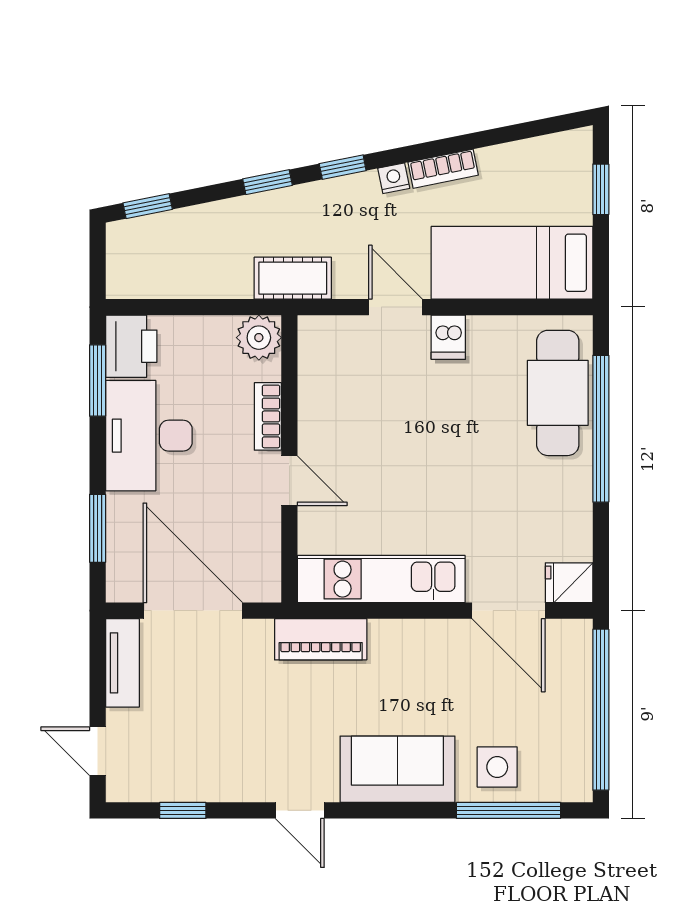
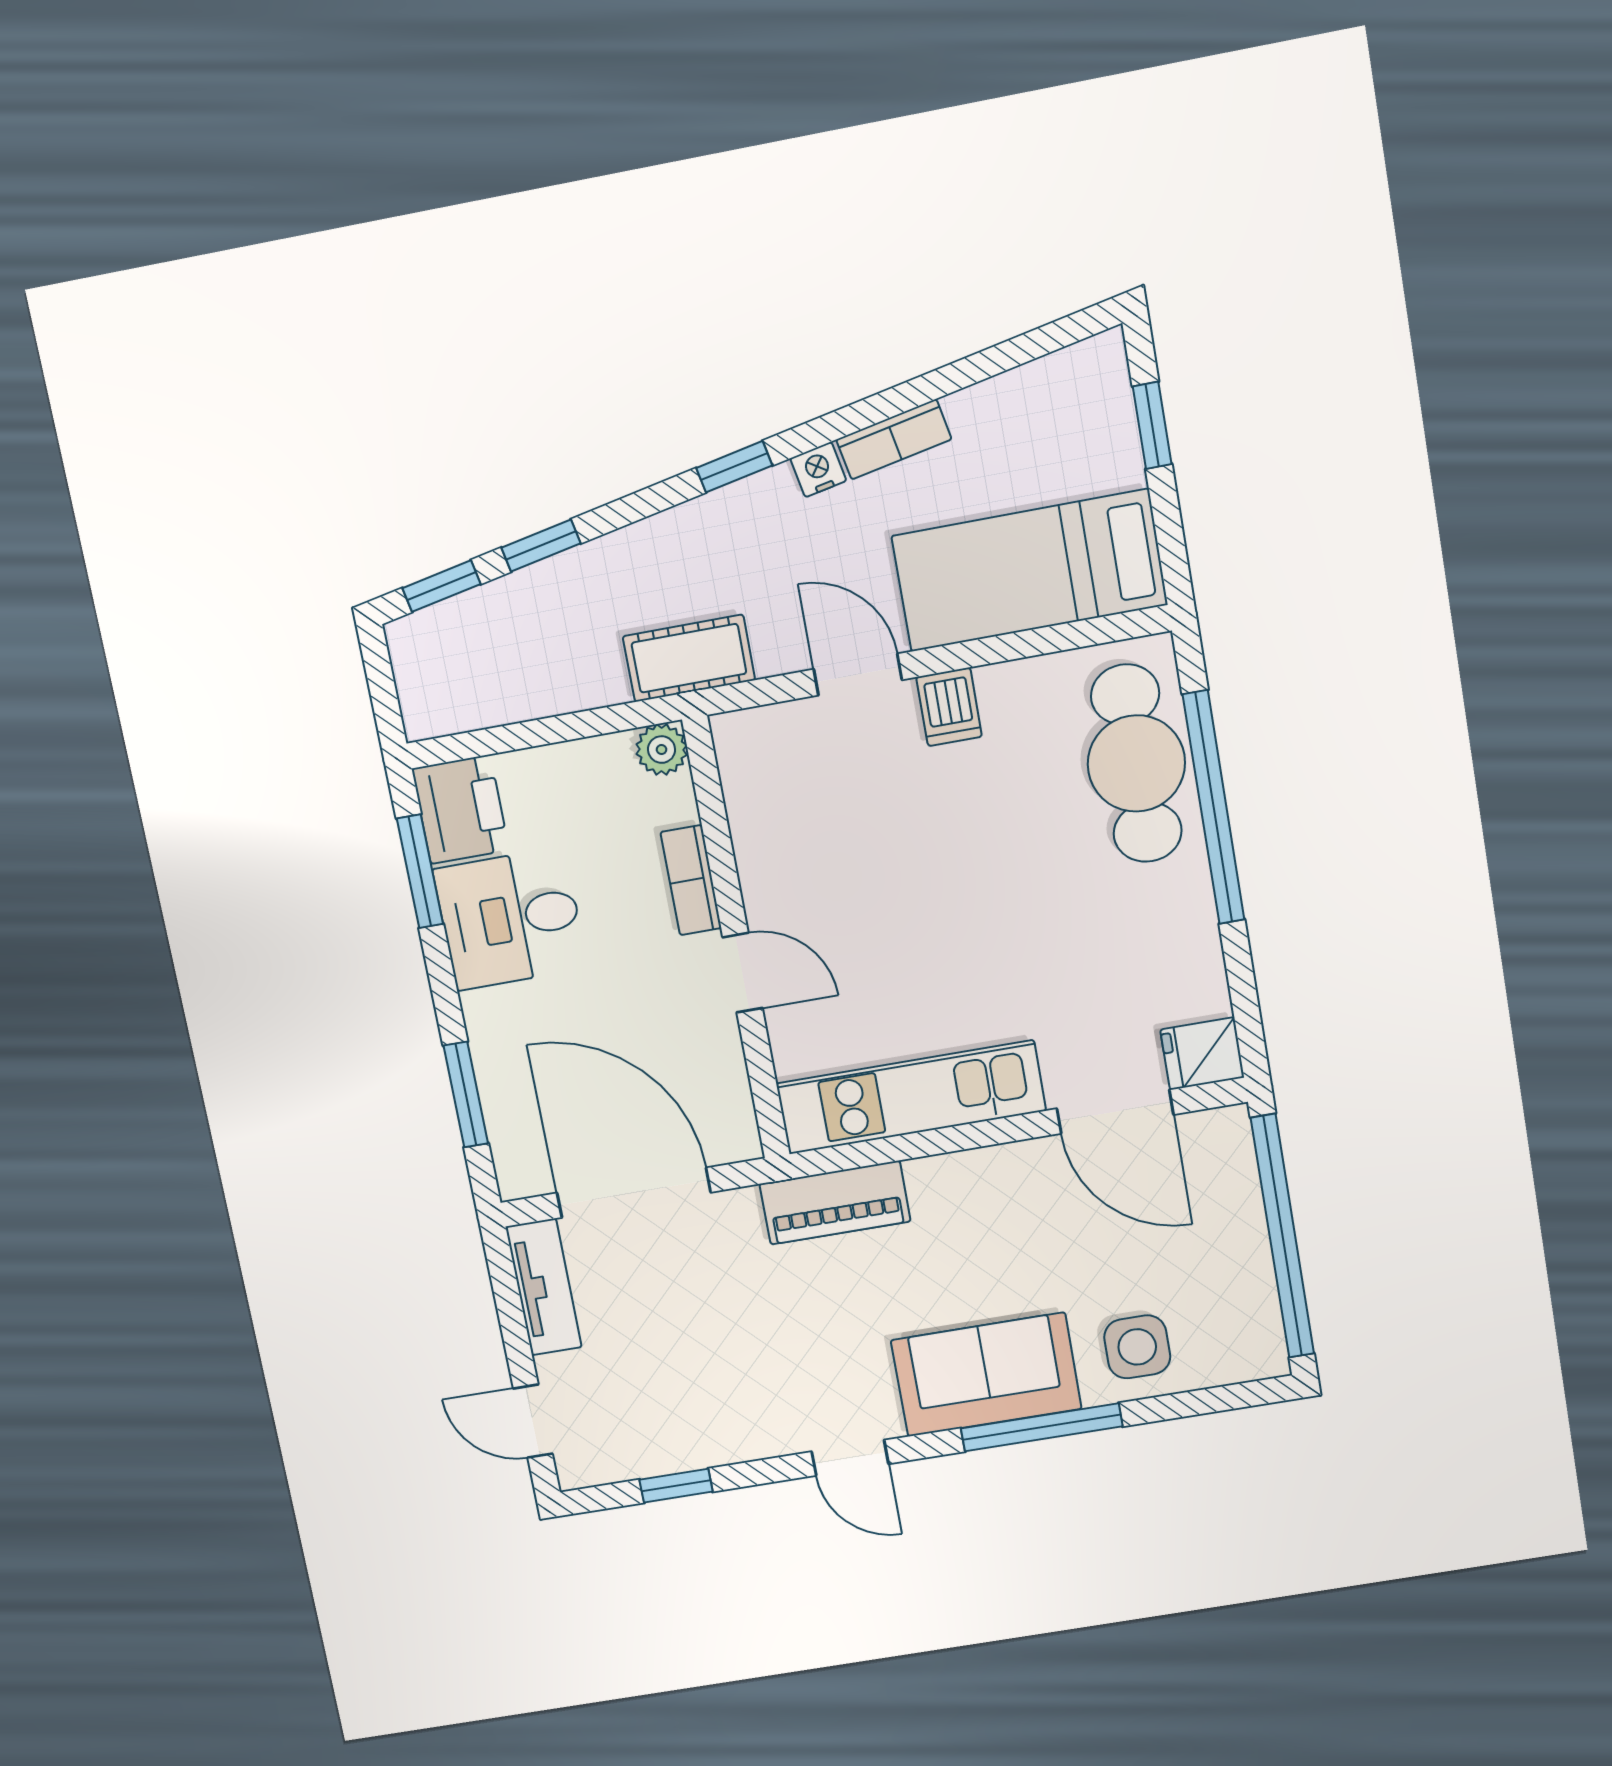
window: (268, 182) -> (541, 545), moved
plant: (259, 338) -> (662, 750), width x0.73, depth x0.73
desk: (149, 436) -> (510, 919), width x0.73
window: (508, 810) -> (1042, 1427), moved

